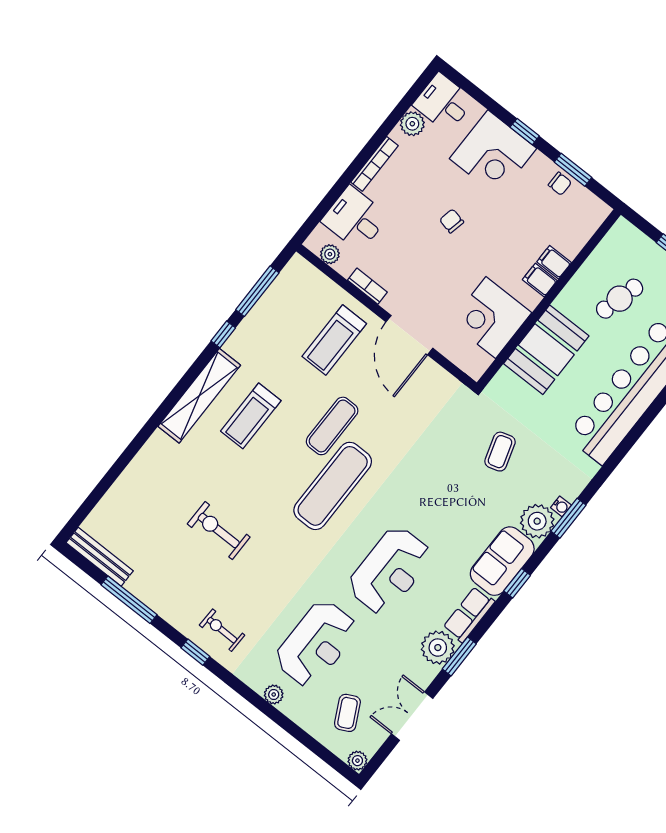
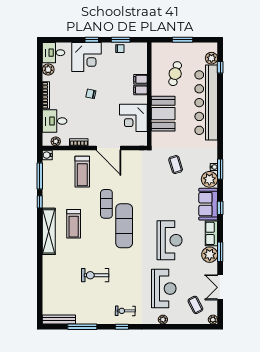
water cooler: (298, 266) -> (47, 155), added

